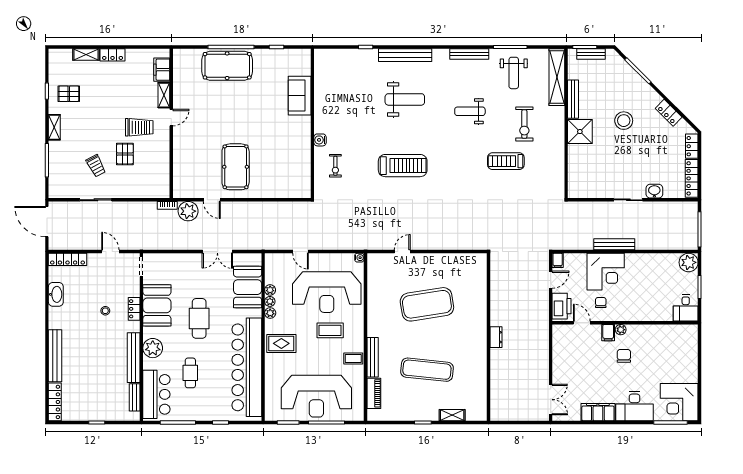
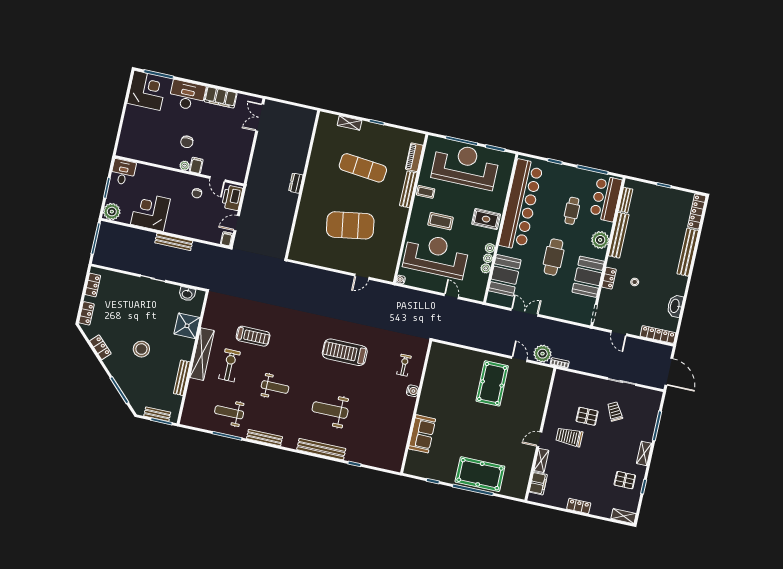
shelving: (86, 54) -> (624, 516), moved
weight bench: (514, 73) -> (229, 412), turned -90
shelving: (557, 77) -> (202, 354), moved
shower: (580, 132) -> (187, 326), moved
pallet: (125, 154) -> (587, 416), turned 90
locker: (692, 178) -> (93, 285), width x0.66
washbasin: (654, 191) -> (187, 294), moved
corner desk: (606, 272) -> (150, 212), moved

